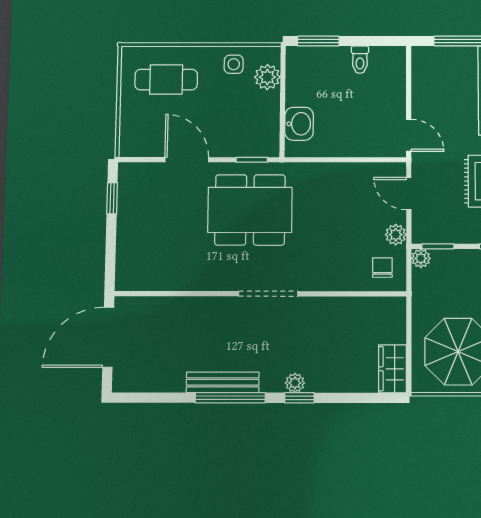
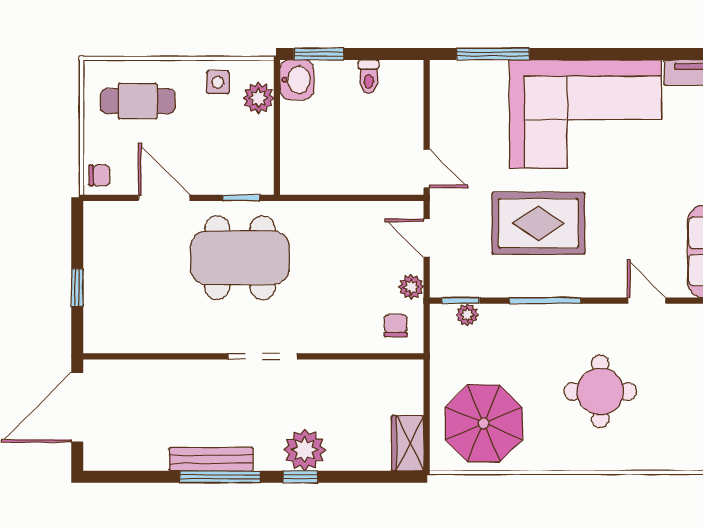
washbasin: (299, 124) -> (297, 80), moved
chair: (132, 141) -> (99, 175), added
window: (112, 198) -> (77, 288), moved
plant: (421, 258) -> (467, 315), moved
plant: (295, 383) -> (305, 450), width x1.88, depth x1.88

